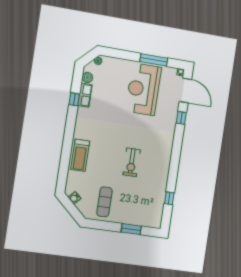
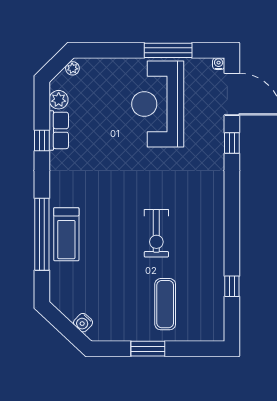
window: (66, 153) -> (42, 234), added
water cooler: (74, 198) -> (83, 323), moved
exercise mat: (104, 202) -> (165, 304), moved
window: (131, 229) -> (148, 349), moved

